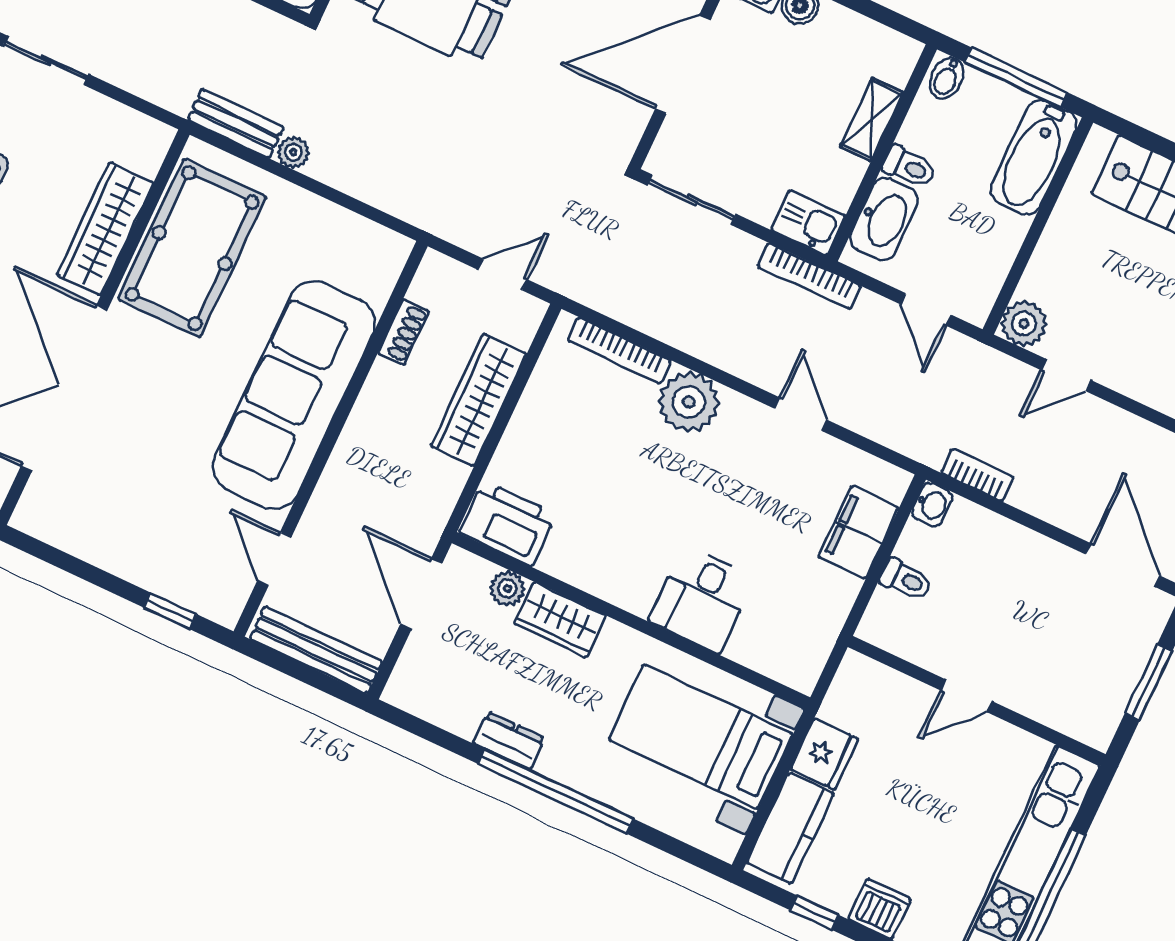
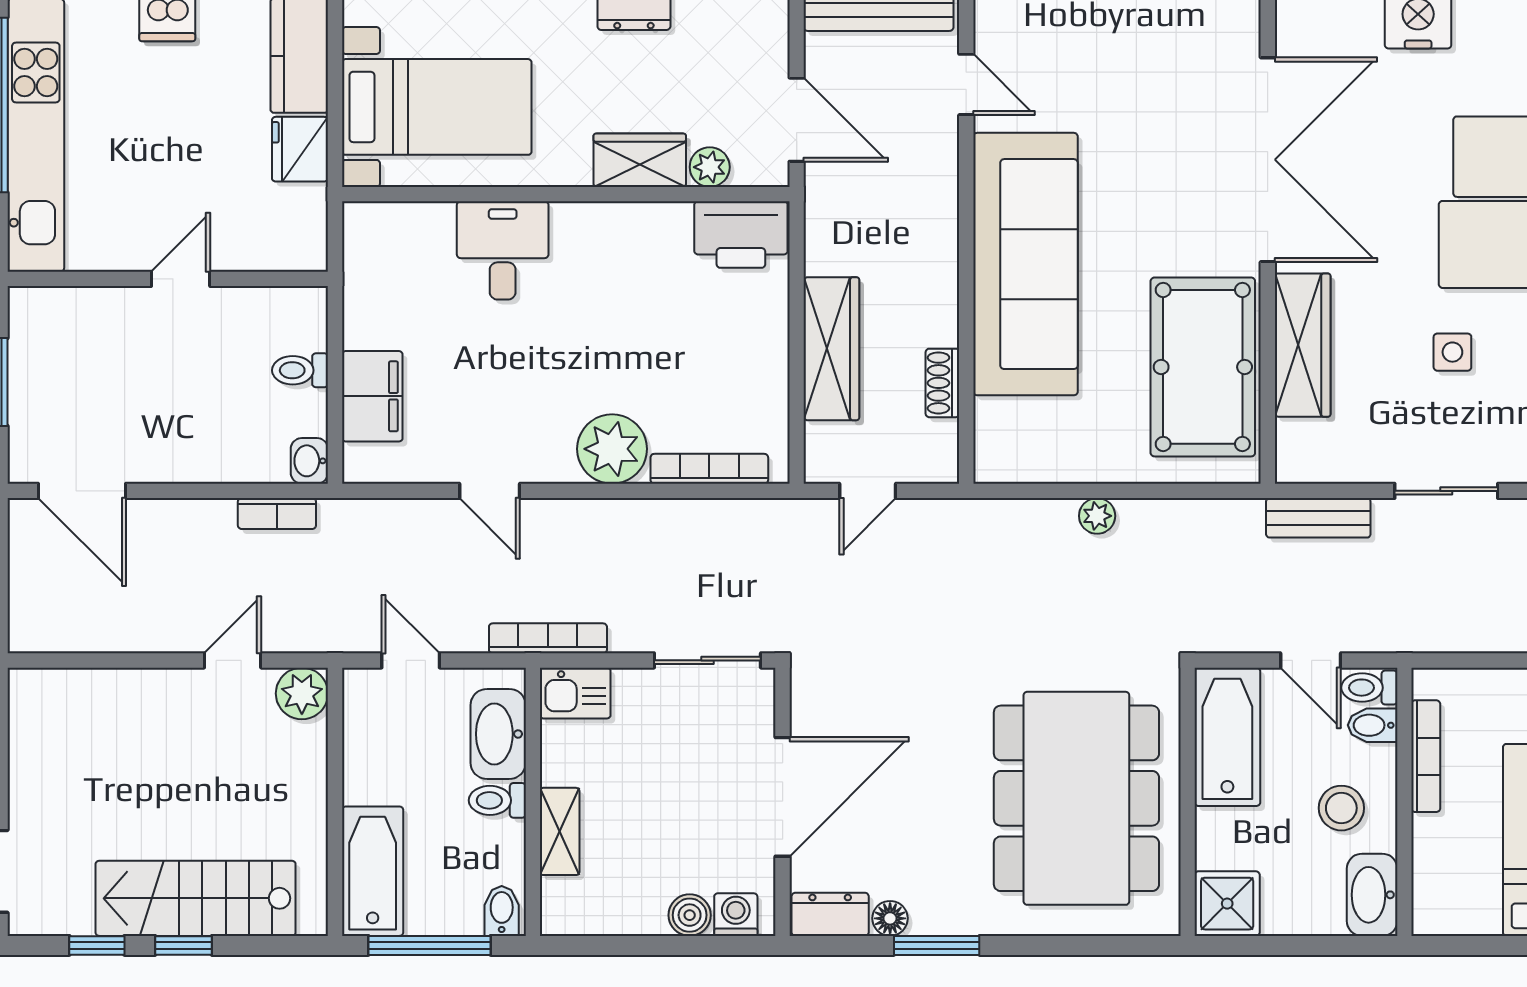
bench: (236, 124) -> (1318, 518), moved
plant: (293, 152) -> (1097, 516), moved

